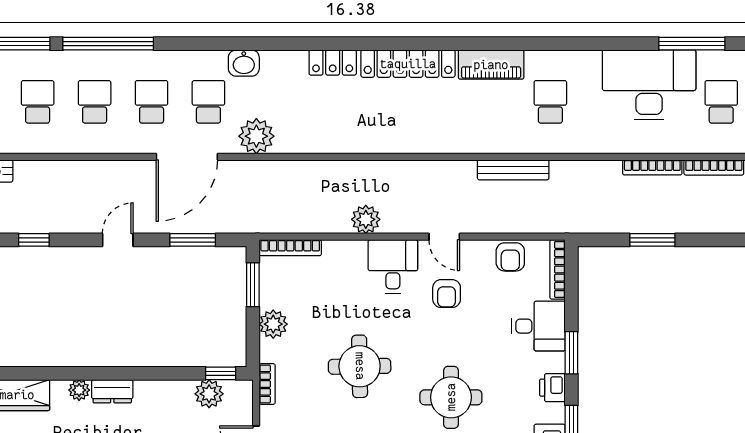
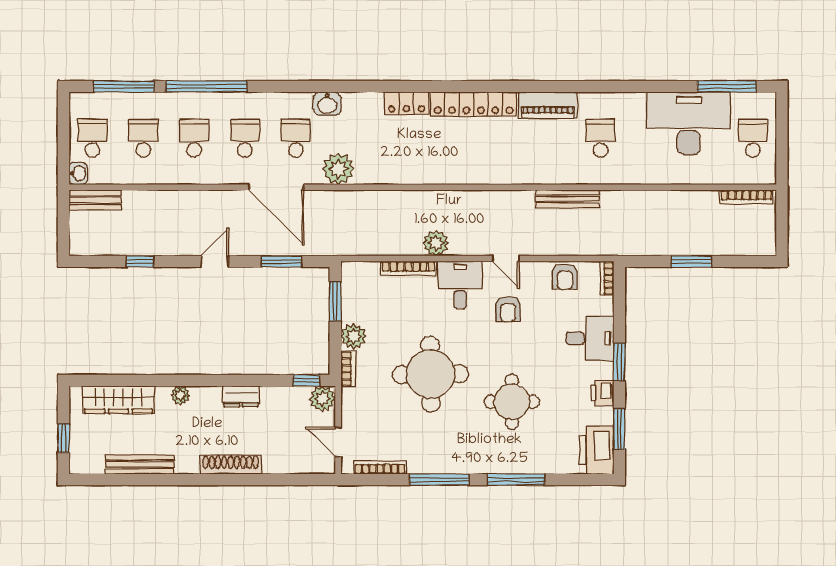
door: (187, 157) -> (276, 187), hinge flipped
bookcase: (652, 167) -> (691, 197), removed
bookcase: (290, 248) -> (408, 268), moved
bookcase: (558, 269) -> (607, 278), width x0.64
round table: (360, 366) -> (430, 374), width x1.36, depth x1.36
bookcase: (267, 384) -> (348, 369), moved
dresser: (112, 391) -> (241, 396), moved
plant: (209, 394) -> (322, 399), moved

